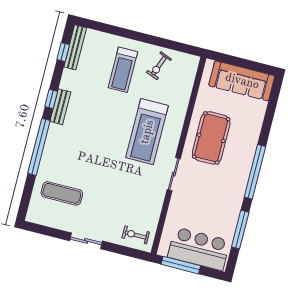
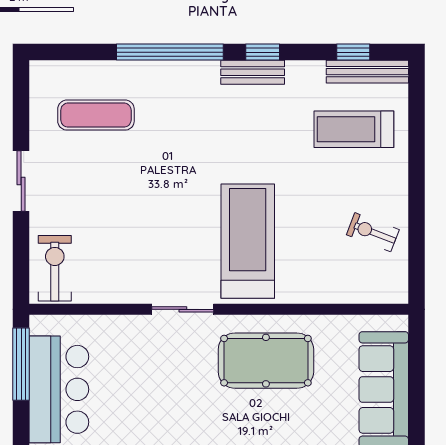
treadmill: (123, 70) -> (354, 129), moved
treadmill: (147, 132) -> (248, 241), turned 90
exercise mat: (62, 193) -> (96, 115), turned 90
exercise bike: (136, 235) -> (55, 268), width x1.38, depth x1.39

